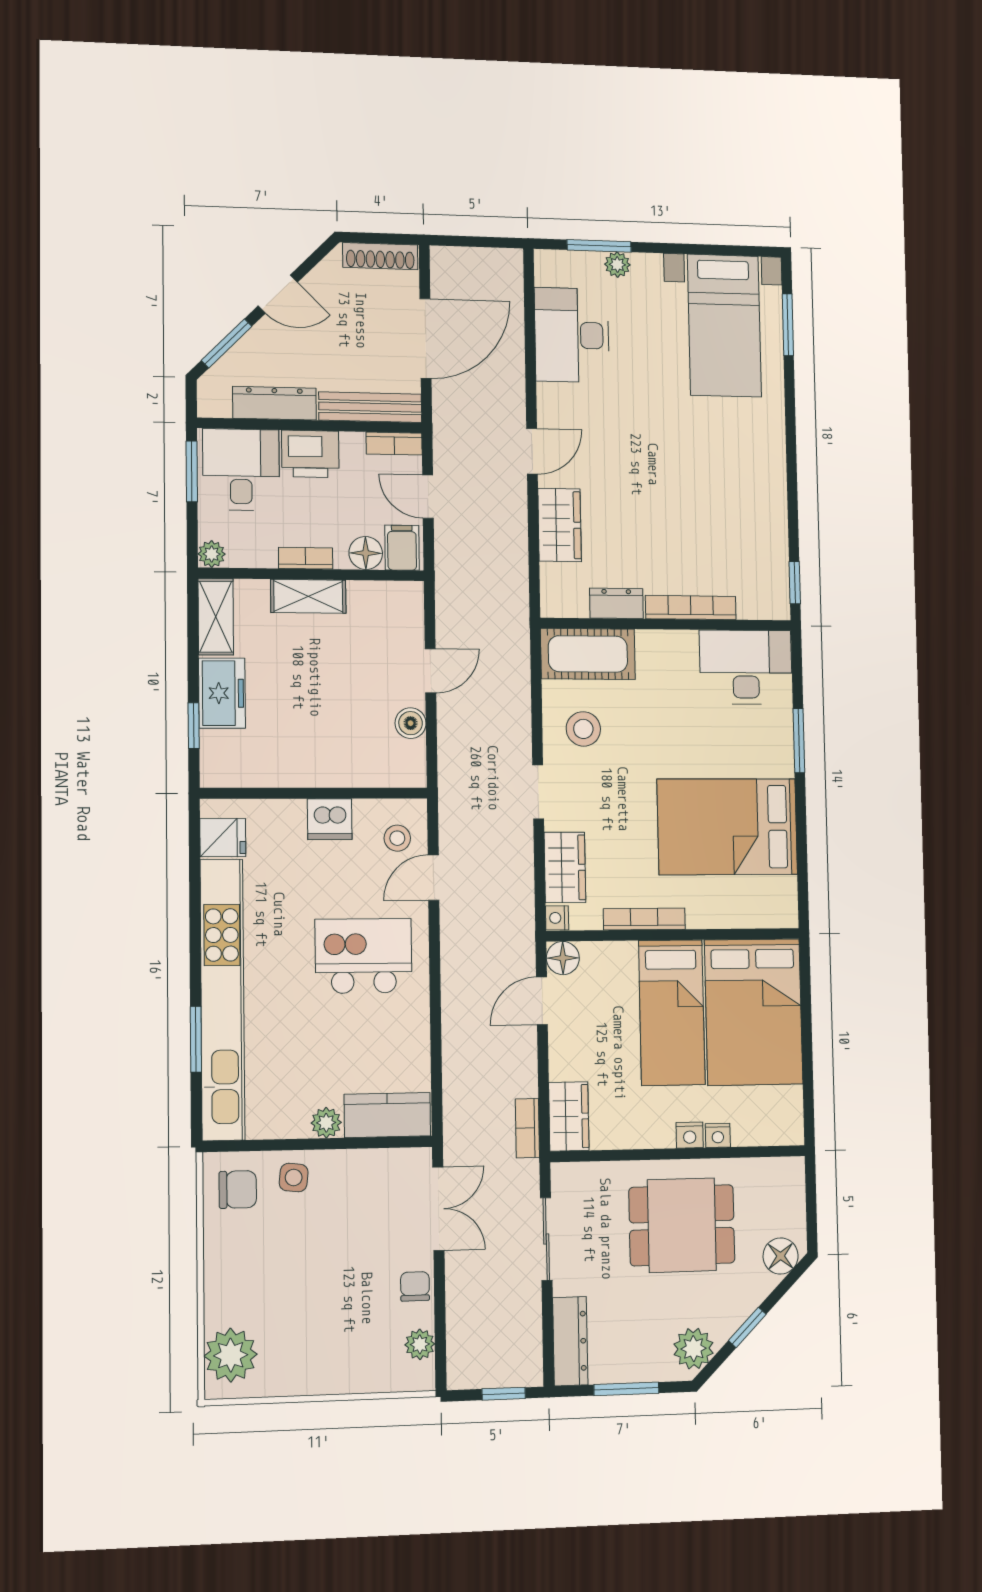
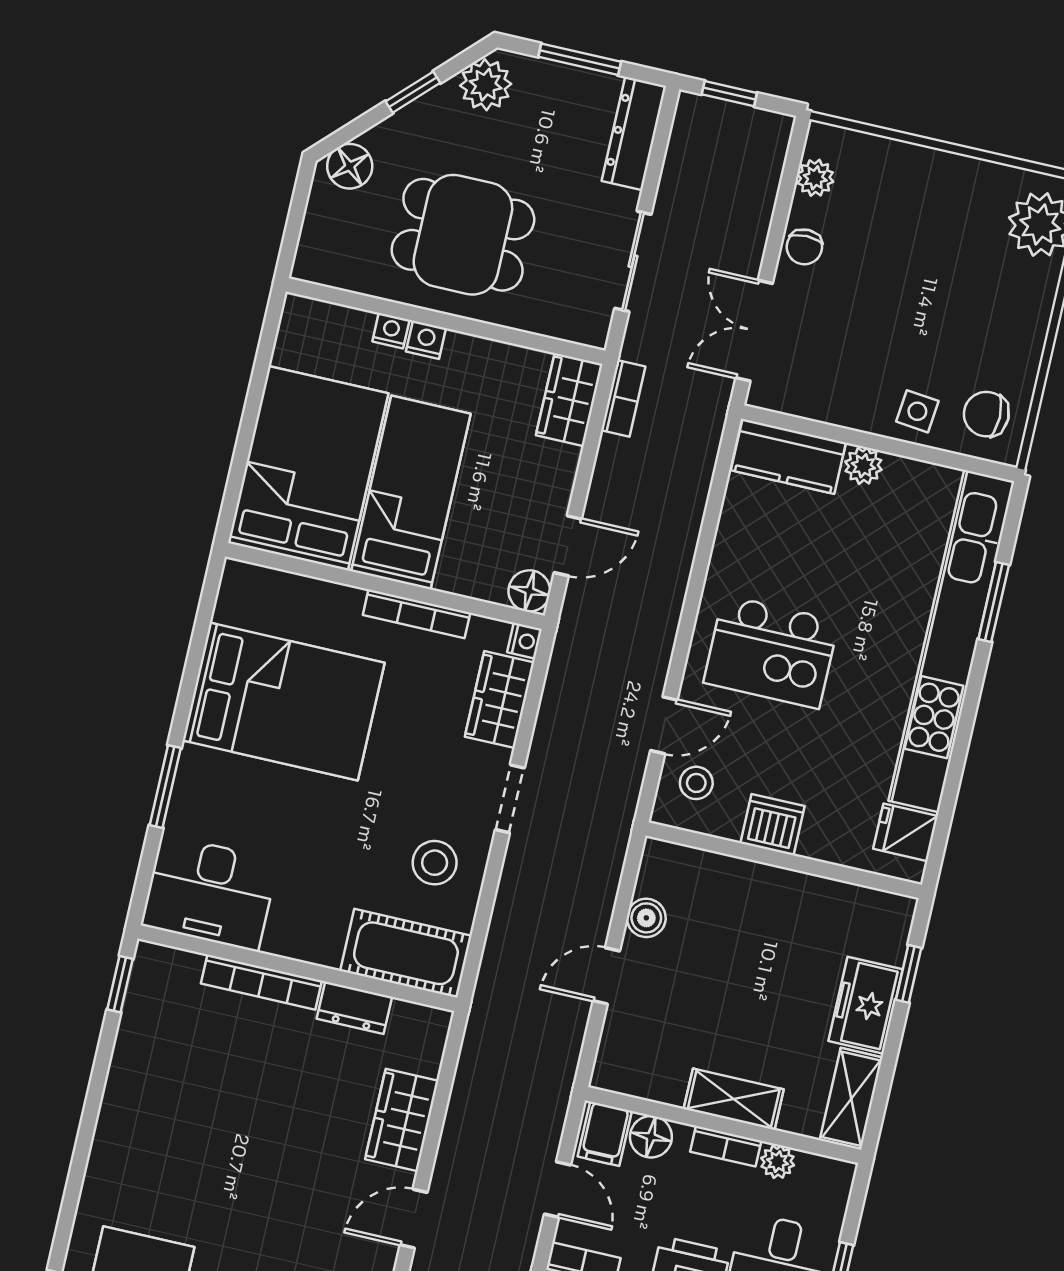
plant: (212, 554) -> (778, 1162), moved

